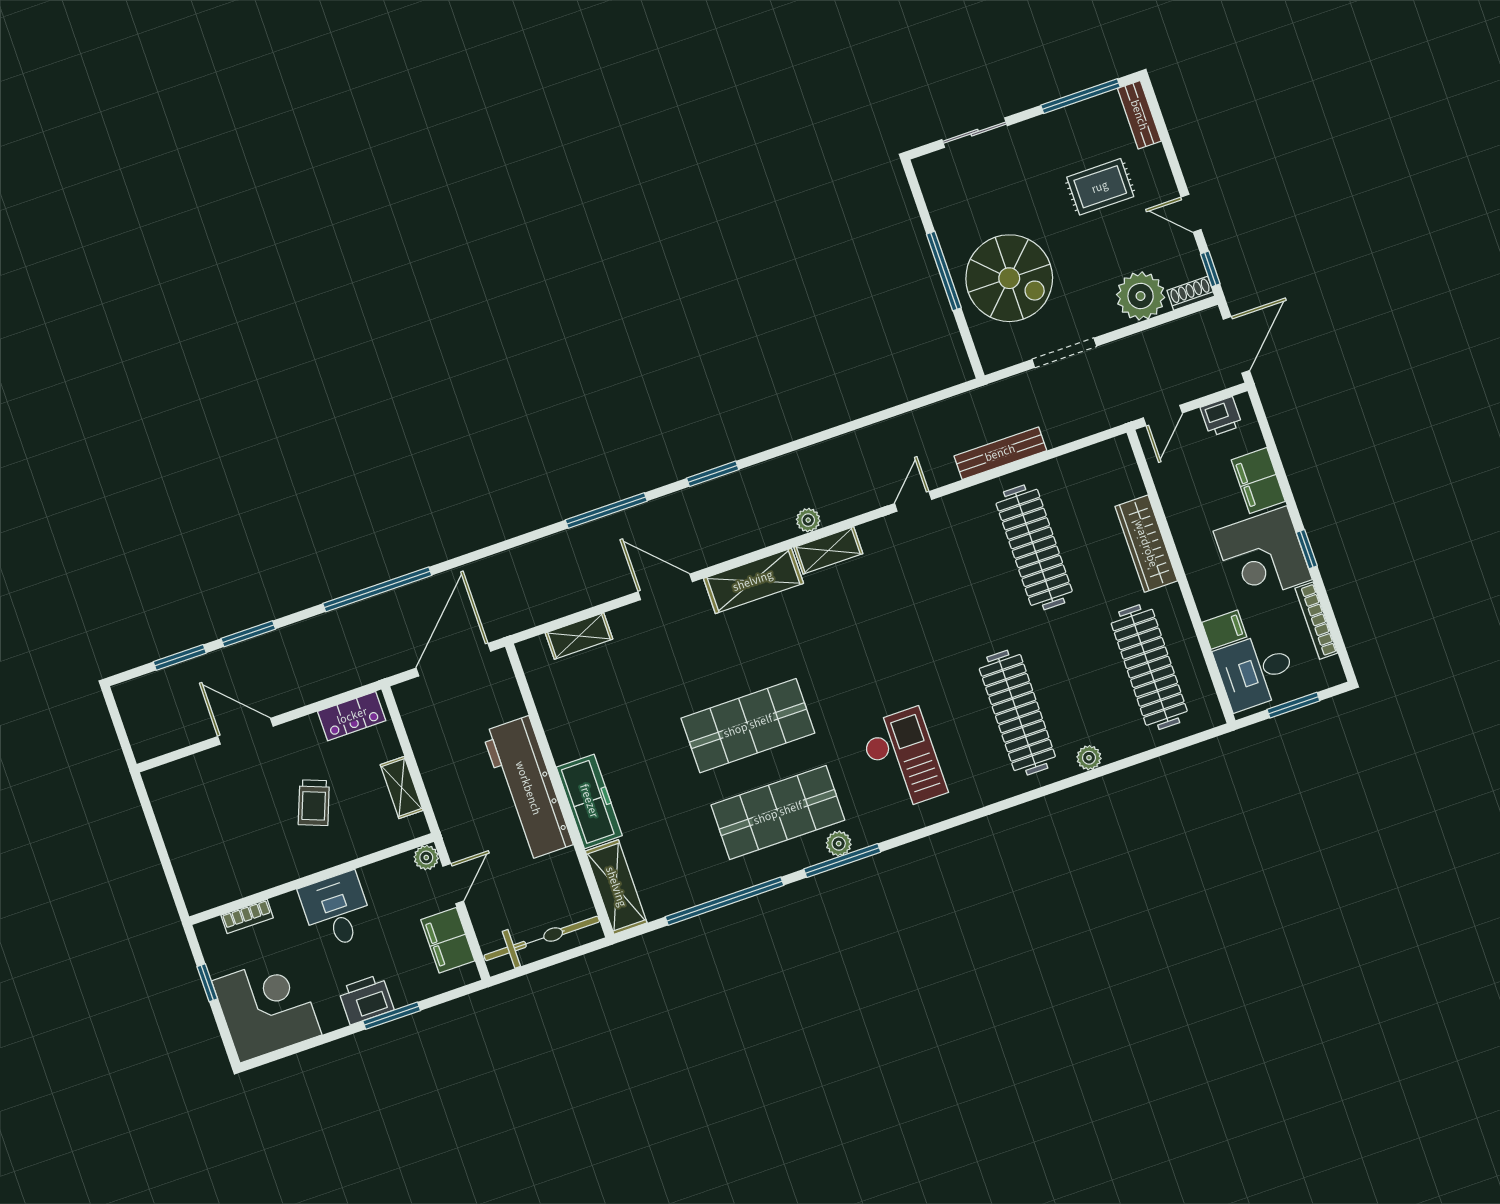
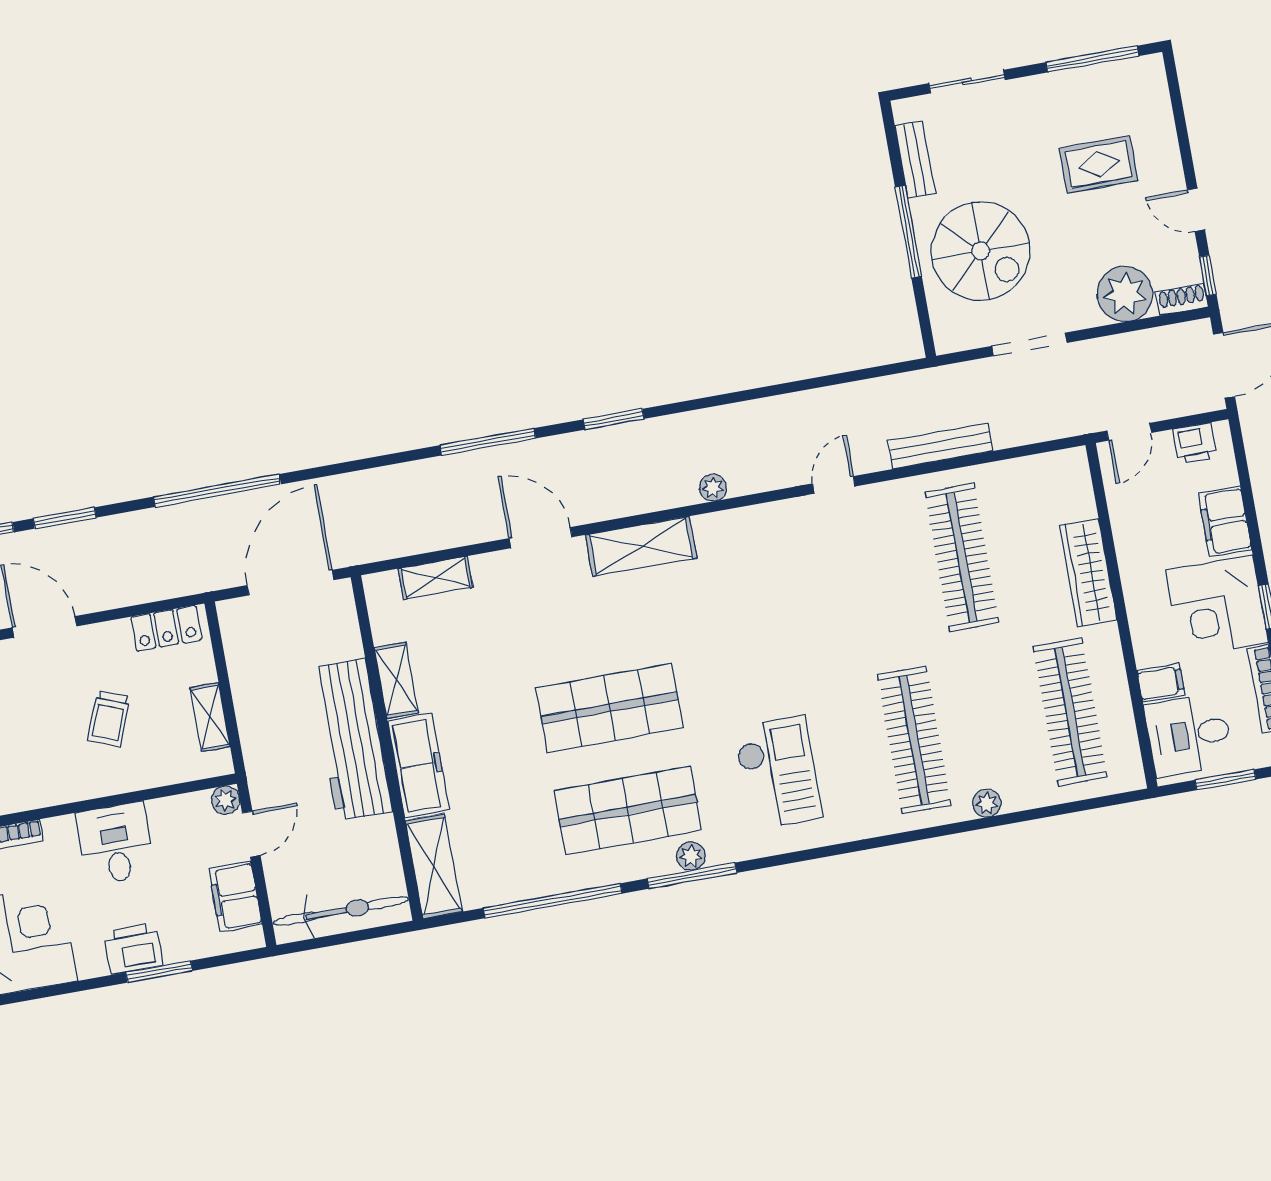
bench: (1139, 115) -> (915, 159), moved
shelving: (828, 550) -> (396, 680), moved, turned 90

